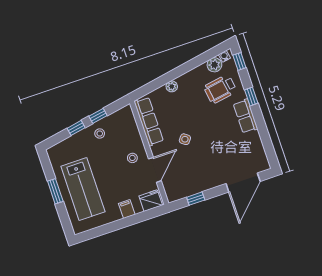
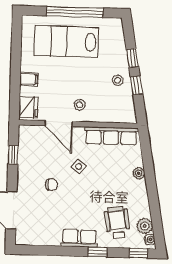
chair: (209, 157) -> (51, 185), added
window: (55, 191) -> (75, 12), width x2.11

